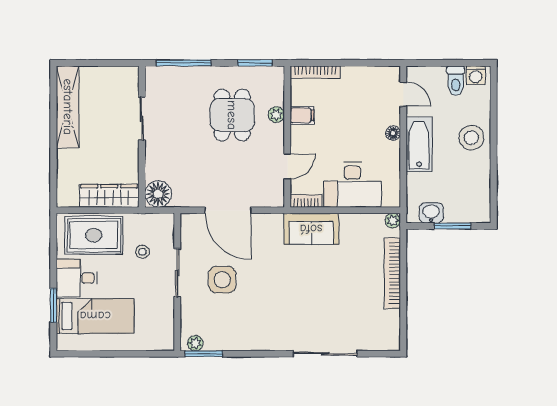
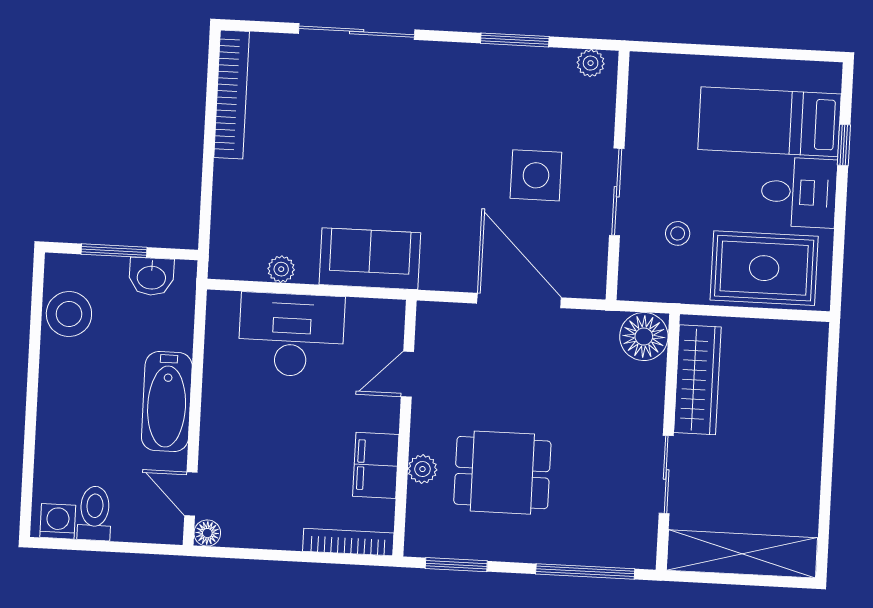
shelving: (68, 107) -> (742, 554), moved, turned 90
dining table: (232, 115) -> (502, 473), turned 90
filing cabinet: (302, 115) -> (376, 465), width x2.00
floor lamp: (393, 133) -> (207, 533), moved
stool: (471, 138) -> (69, 314), moved
wardrobe: (109, 196) -> (697, 380), moved, turned -90
bookcase: (306, 201) -> (377, 310), removed
plant: (393, 221) -> (281, 269), moved
bookcase: (392, 273) -> (232, 94), moved
window: (53, 305) -> (844, 145), width x0.67
window: (204, 354) -> (515, 40), moved

